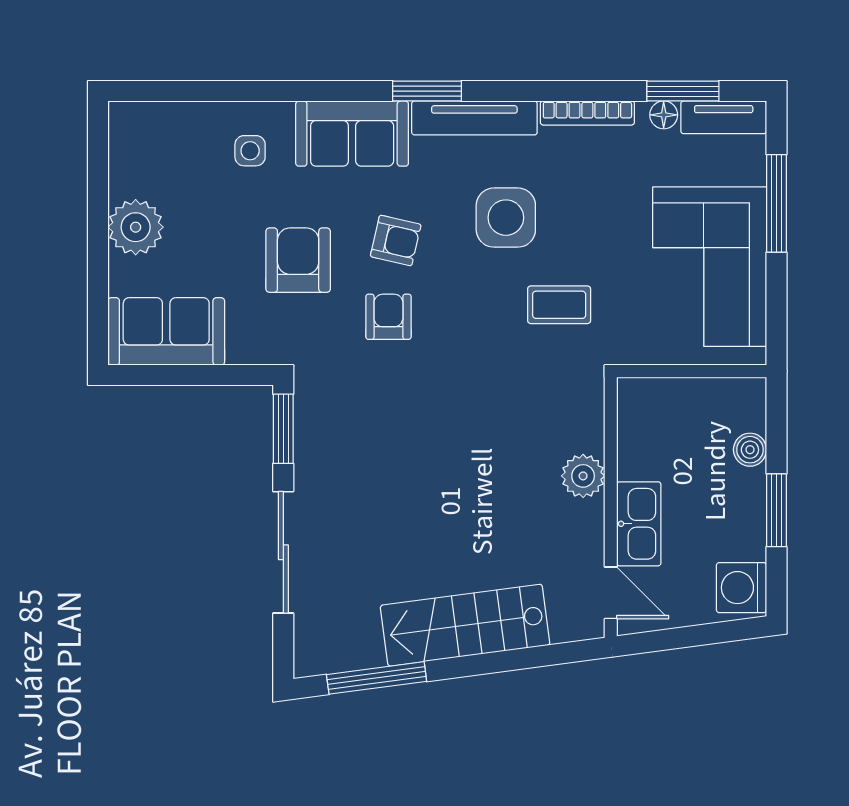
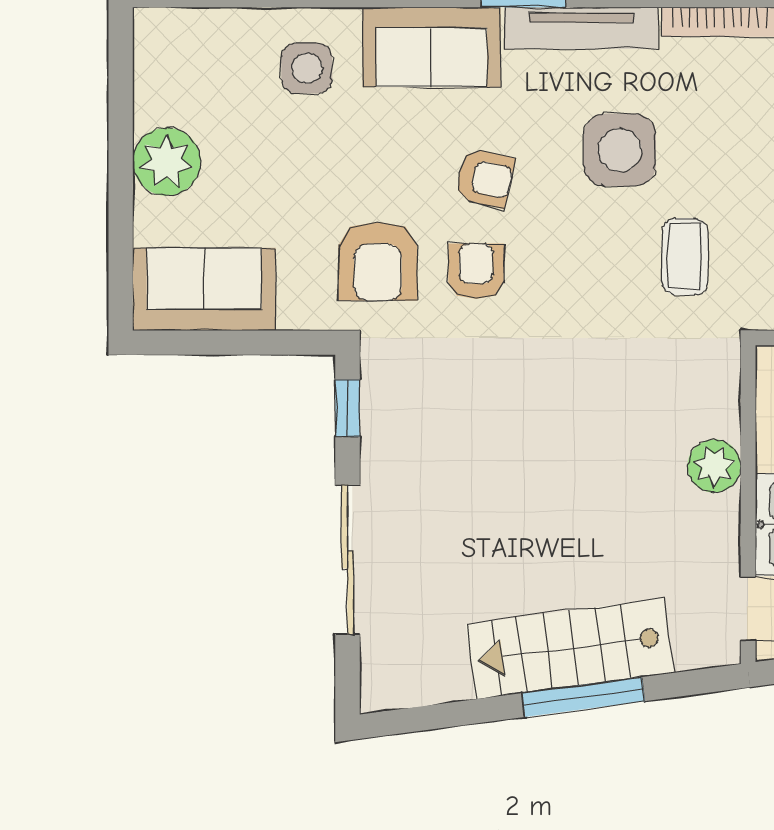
side table: (250, 151) -> (307, 68), width x1.37, depth x1.37
armchair: (298, 260) -> (378, 261), moved, turned 180
coffee table: (559, 305) -> (685, 257), turned 90
window: (283, 429) -> (347, 408), width x0.67
window: (377, 678) -> (583, 697), moved

